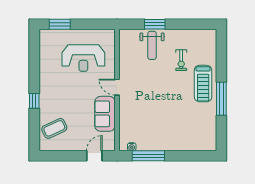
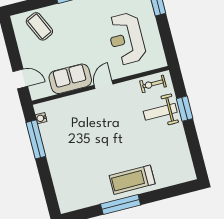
exercise bike: (181, 60) -> (153, 84), moved

